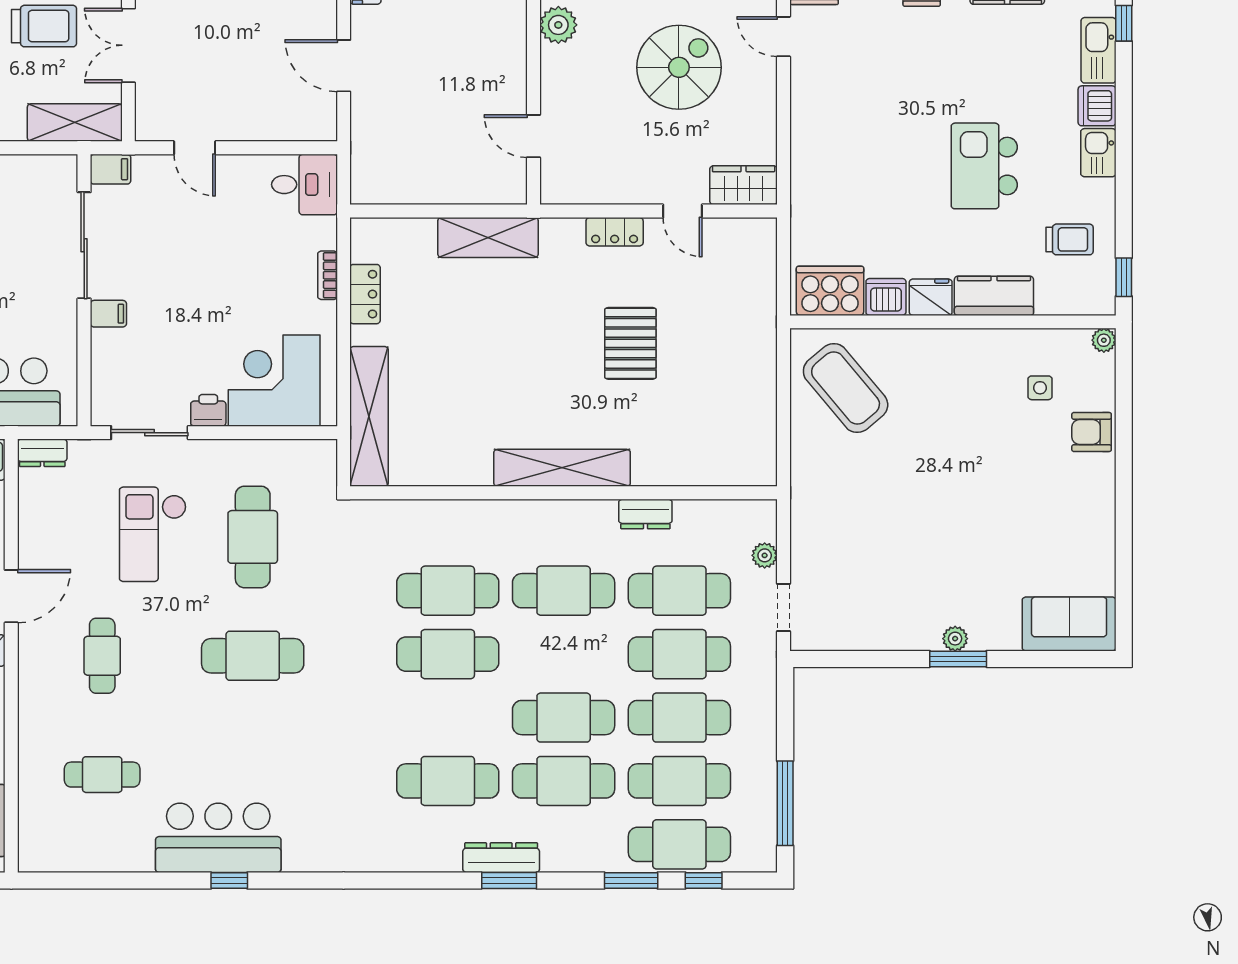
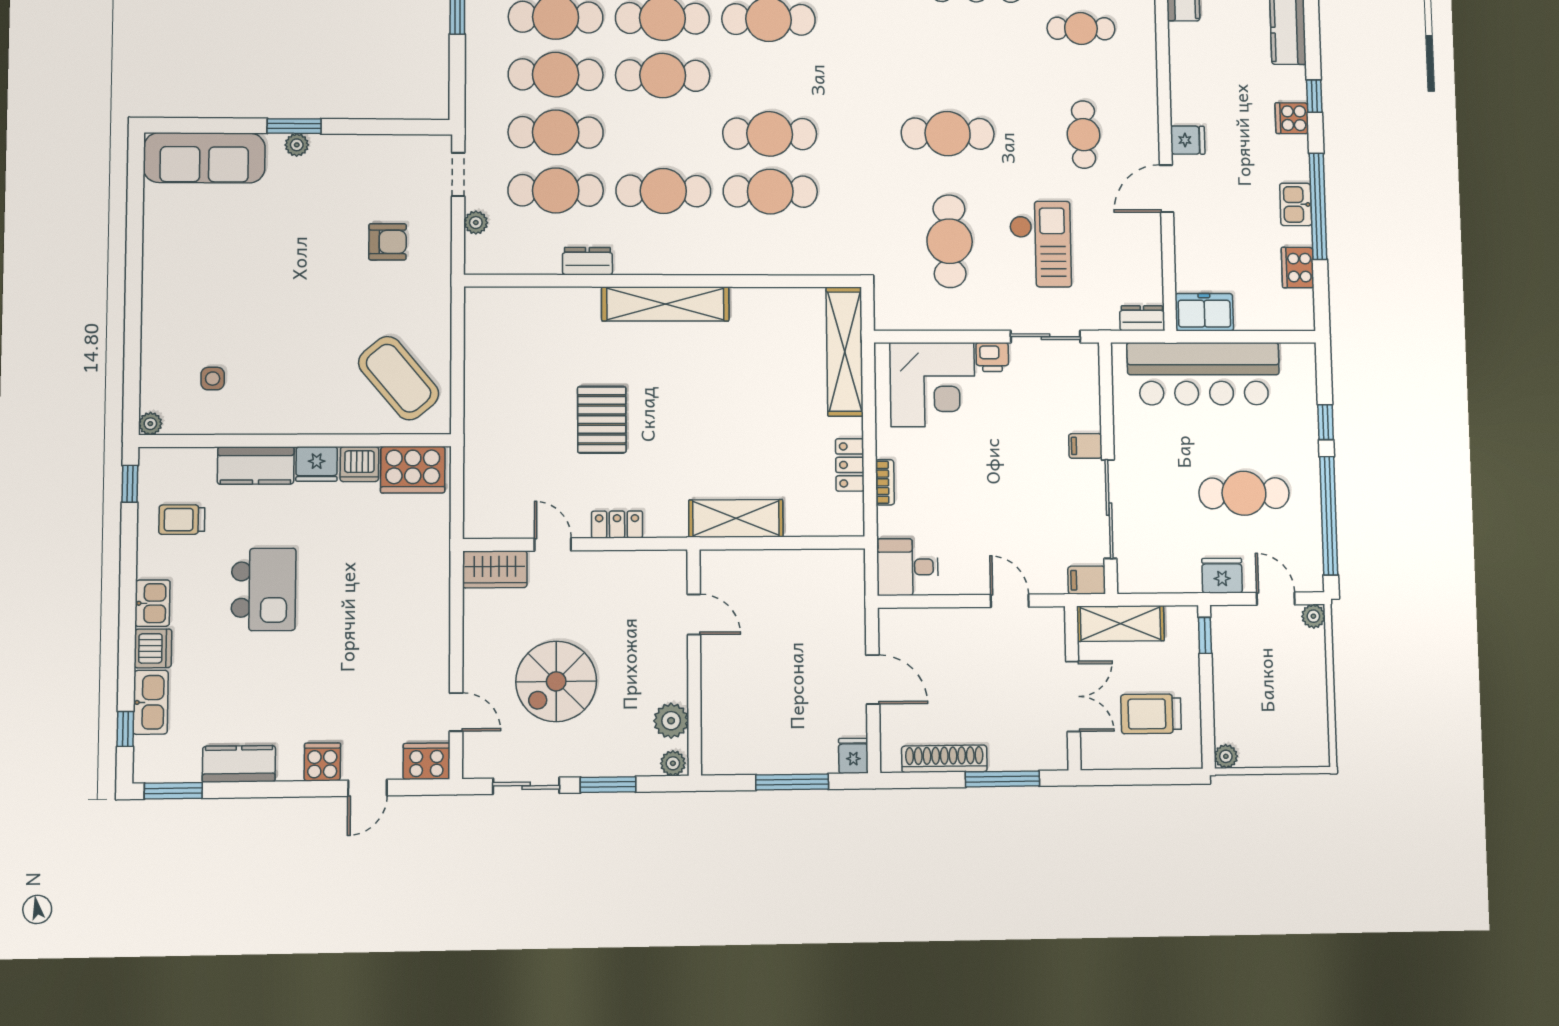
armchair: (1092, 432) -> (387, 242), moved
sofa: (1069, 624) -> (204, 158), width x1.36

